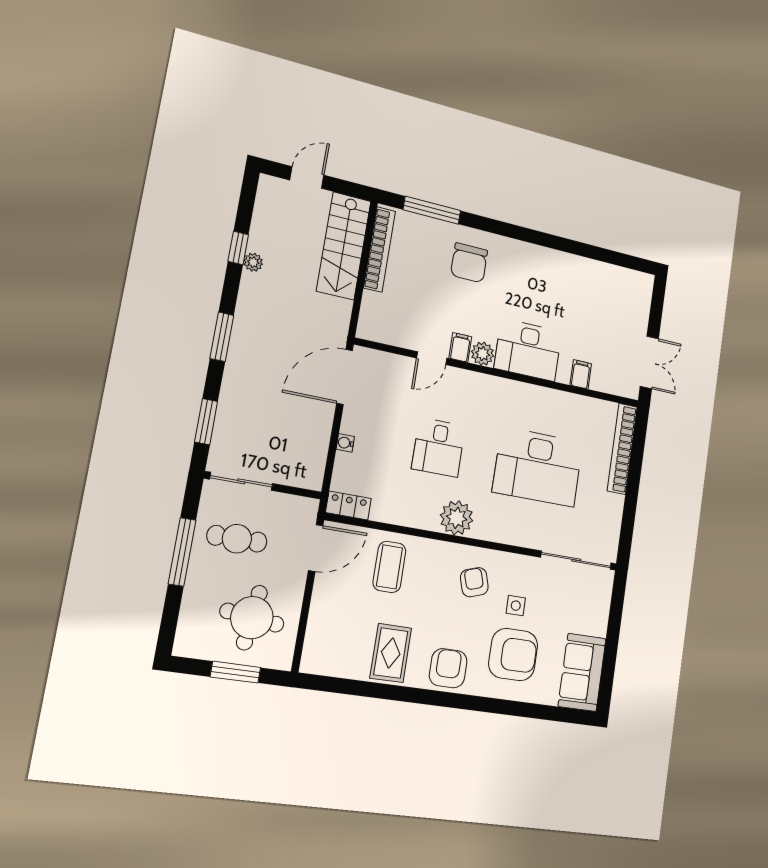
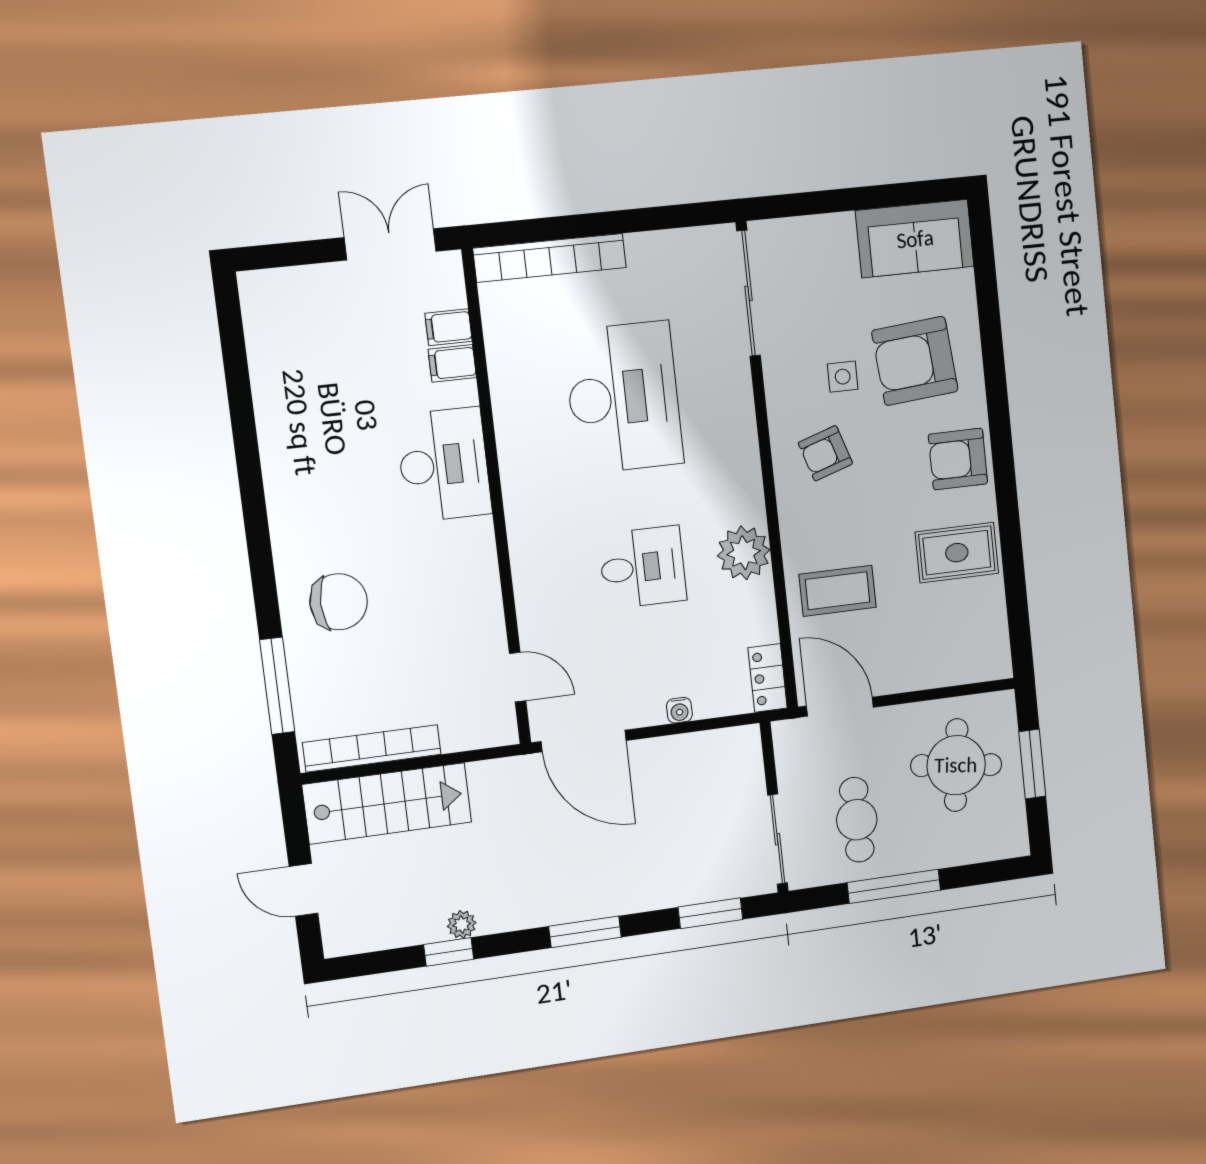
filing cabinet: (460, 347) -> (449, 327), moved
plant: (483, 354) -> (476, 538), removed
door: (432, 358) -> (518, 677), moved
plant: (457, 518) -> (744, 553), moved
armchair: (513, 655) -> (915, 361), turned -95

